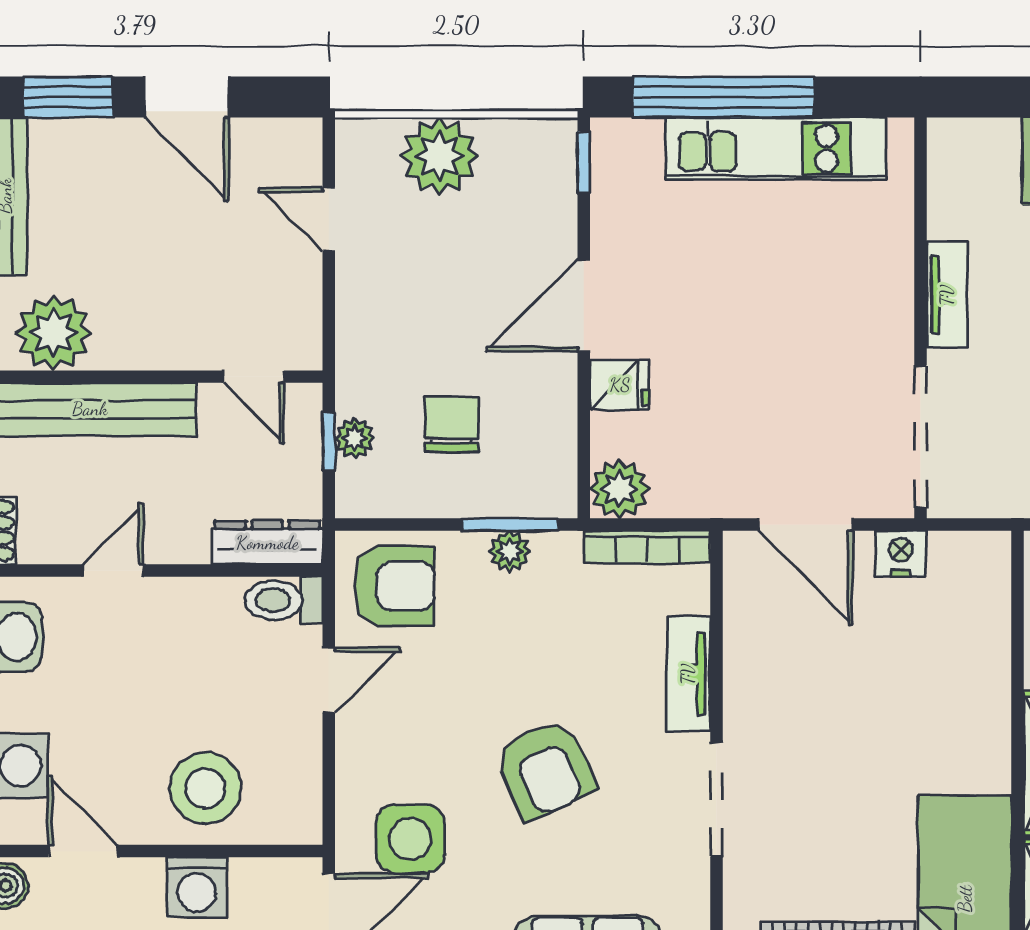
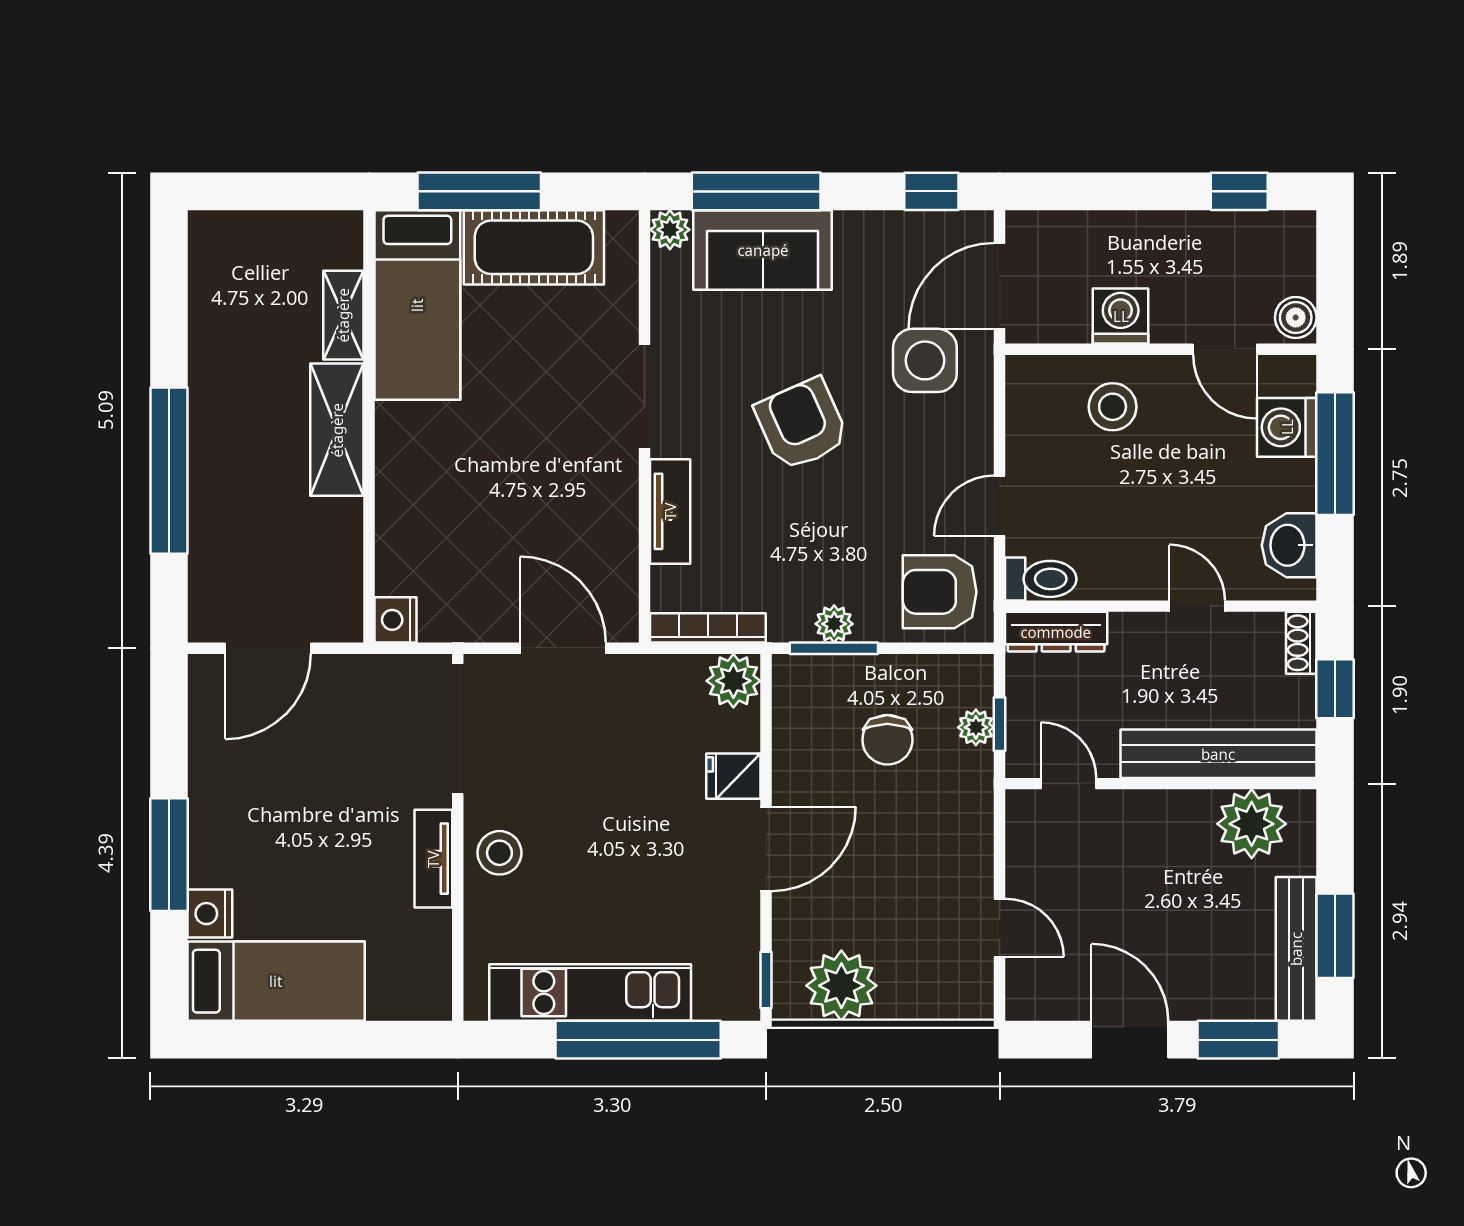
plant: (440, 156) -> (841, 986), moved
stool: (875, 301) -> (499, 853), added
nightstand: (901, 553) -> (395, 620), moved, turned 90
door: (113, 570) -> (1197, 606), swing flipped
stool: (205, 788) -> (1113, 407), width x0.73, depth x0.73

